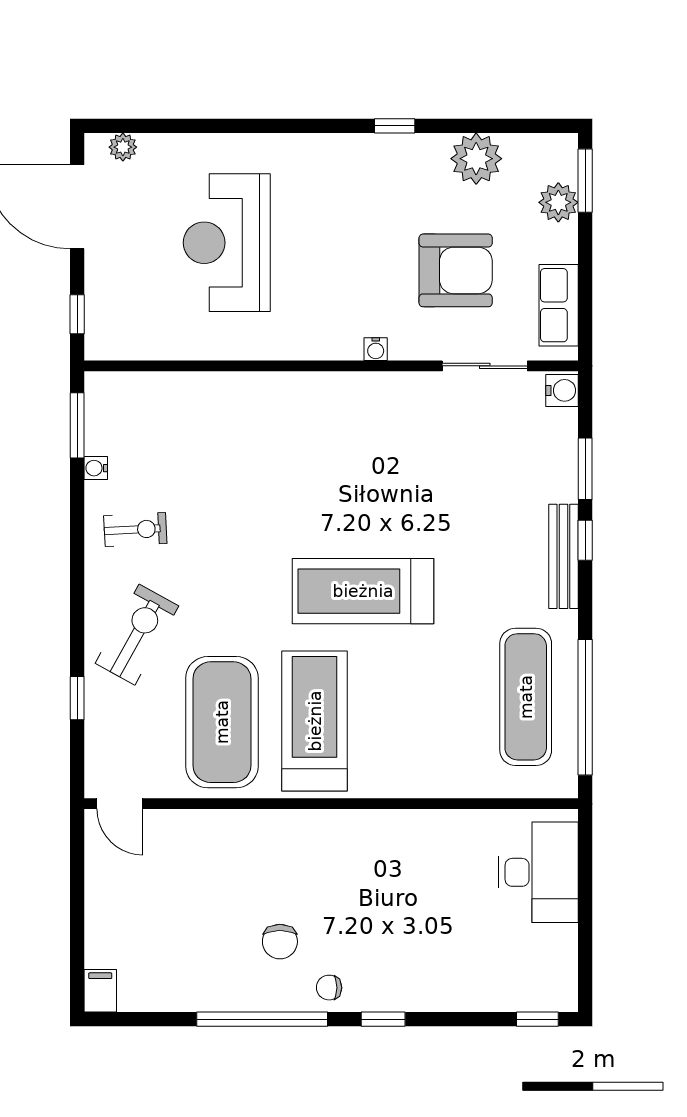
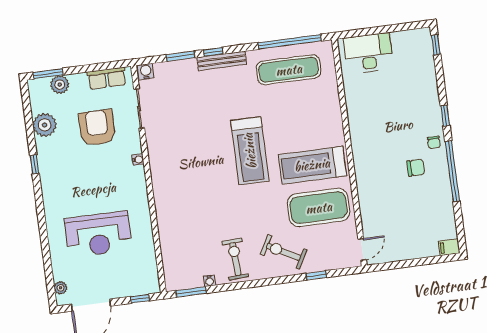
exercise bike: (135, 530) -> (235, 259), width x1.38, depth x1.39

